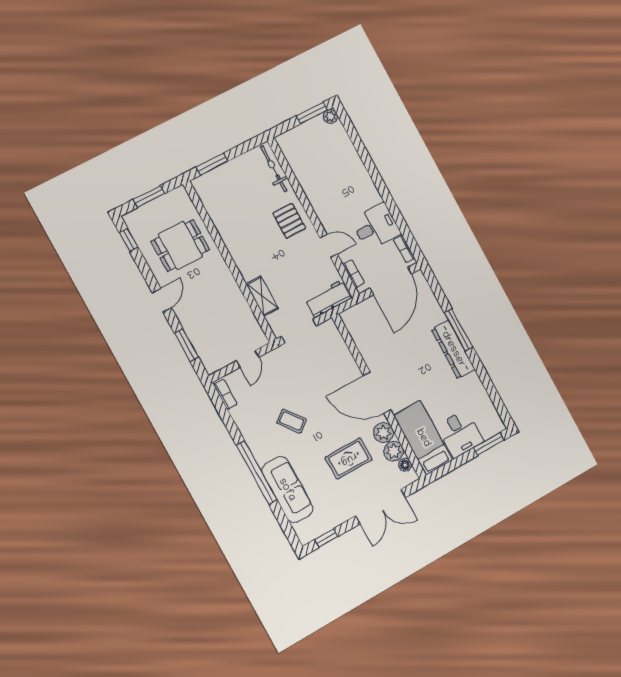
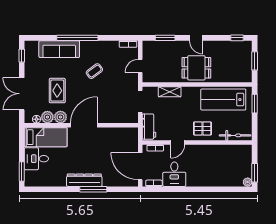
lab bench: (231, 213) -> (223, 100), added
dining table: (180, 245) -> (196, 68), moved, turned 90
door: (248, 359) -> (140, 66), hinge flipped

